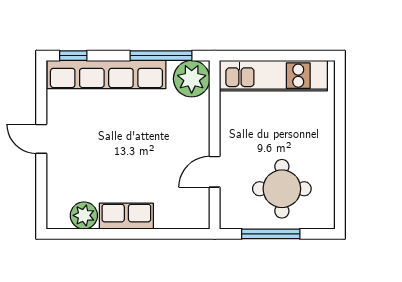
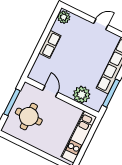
plant: (192, 79) -> (82, 95), moved
plant: (84, 215) -> (64, 17), moved

